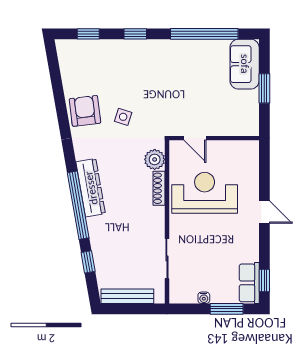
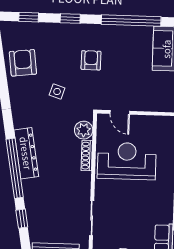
armchair: (160, 80) -> (91, 60), added
armchair: (85, 111) -> (23, 63), moved

